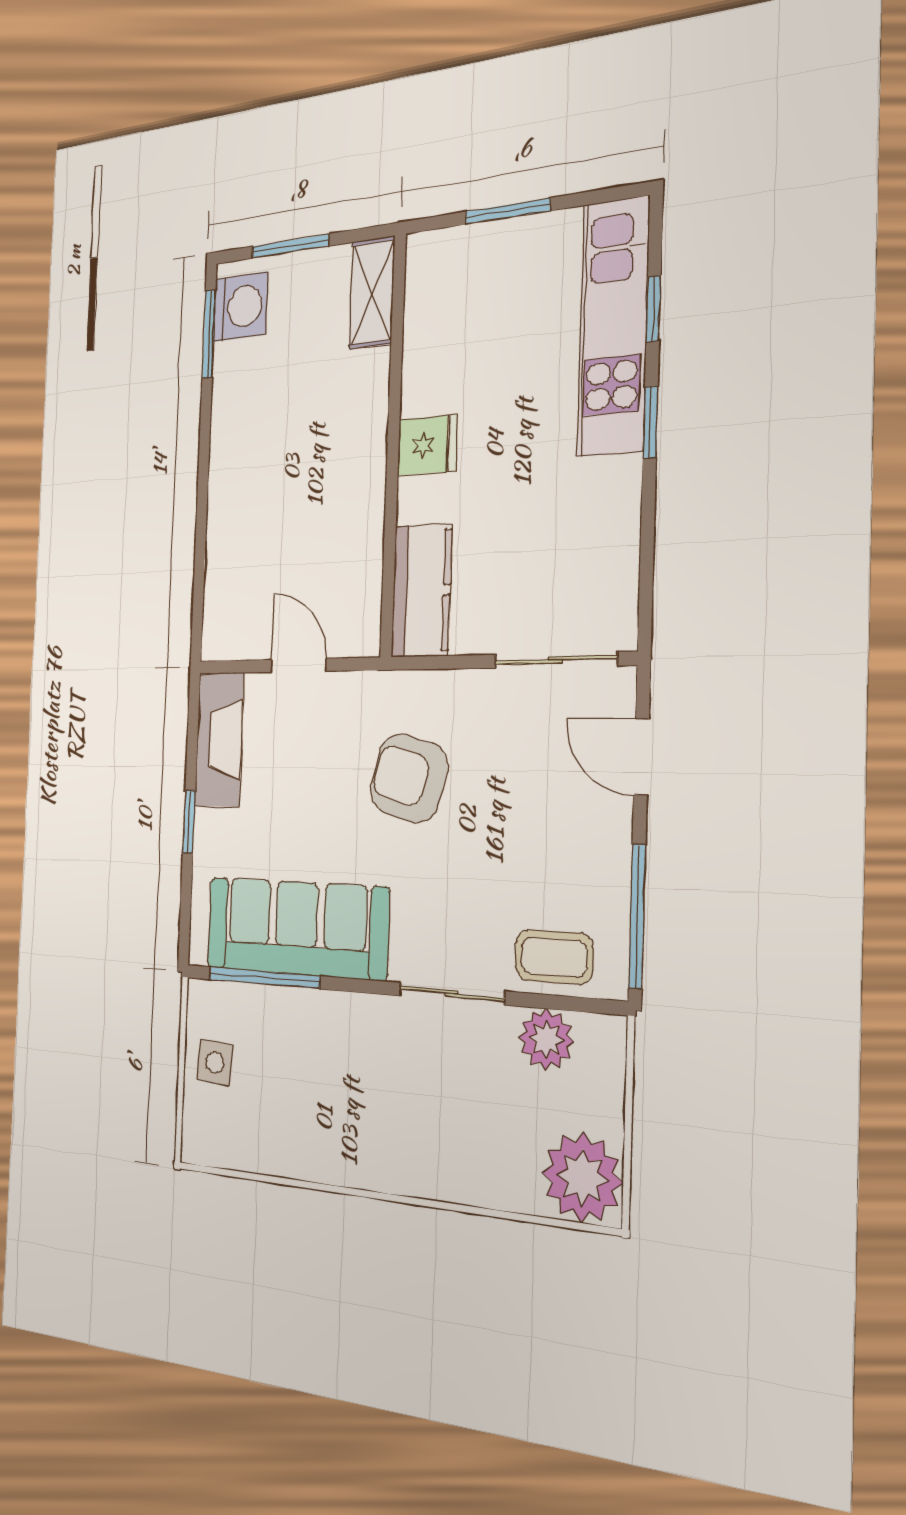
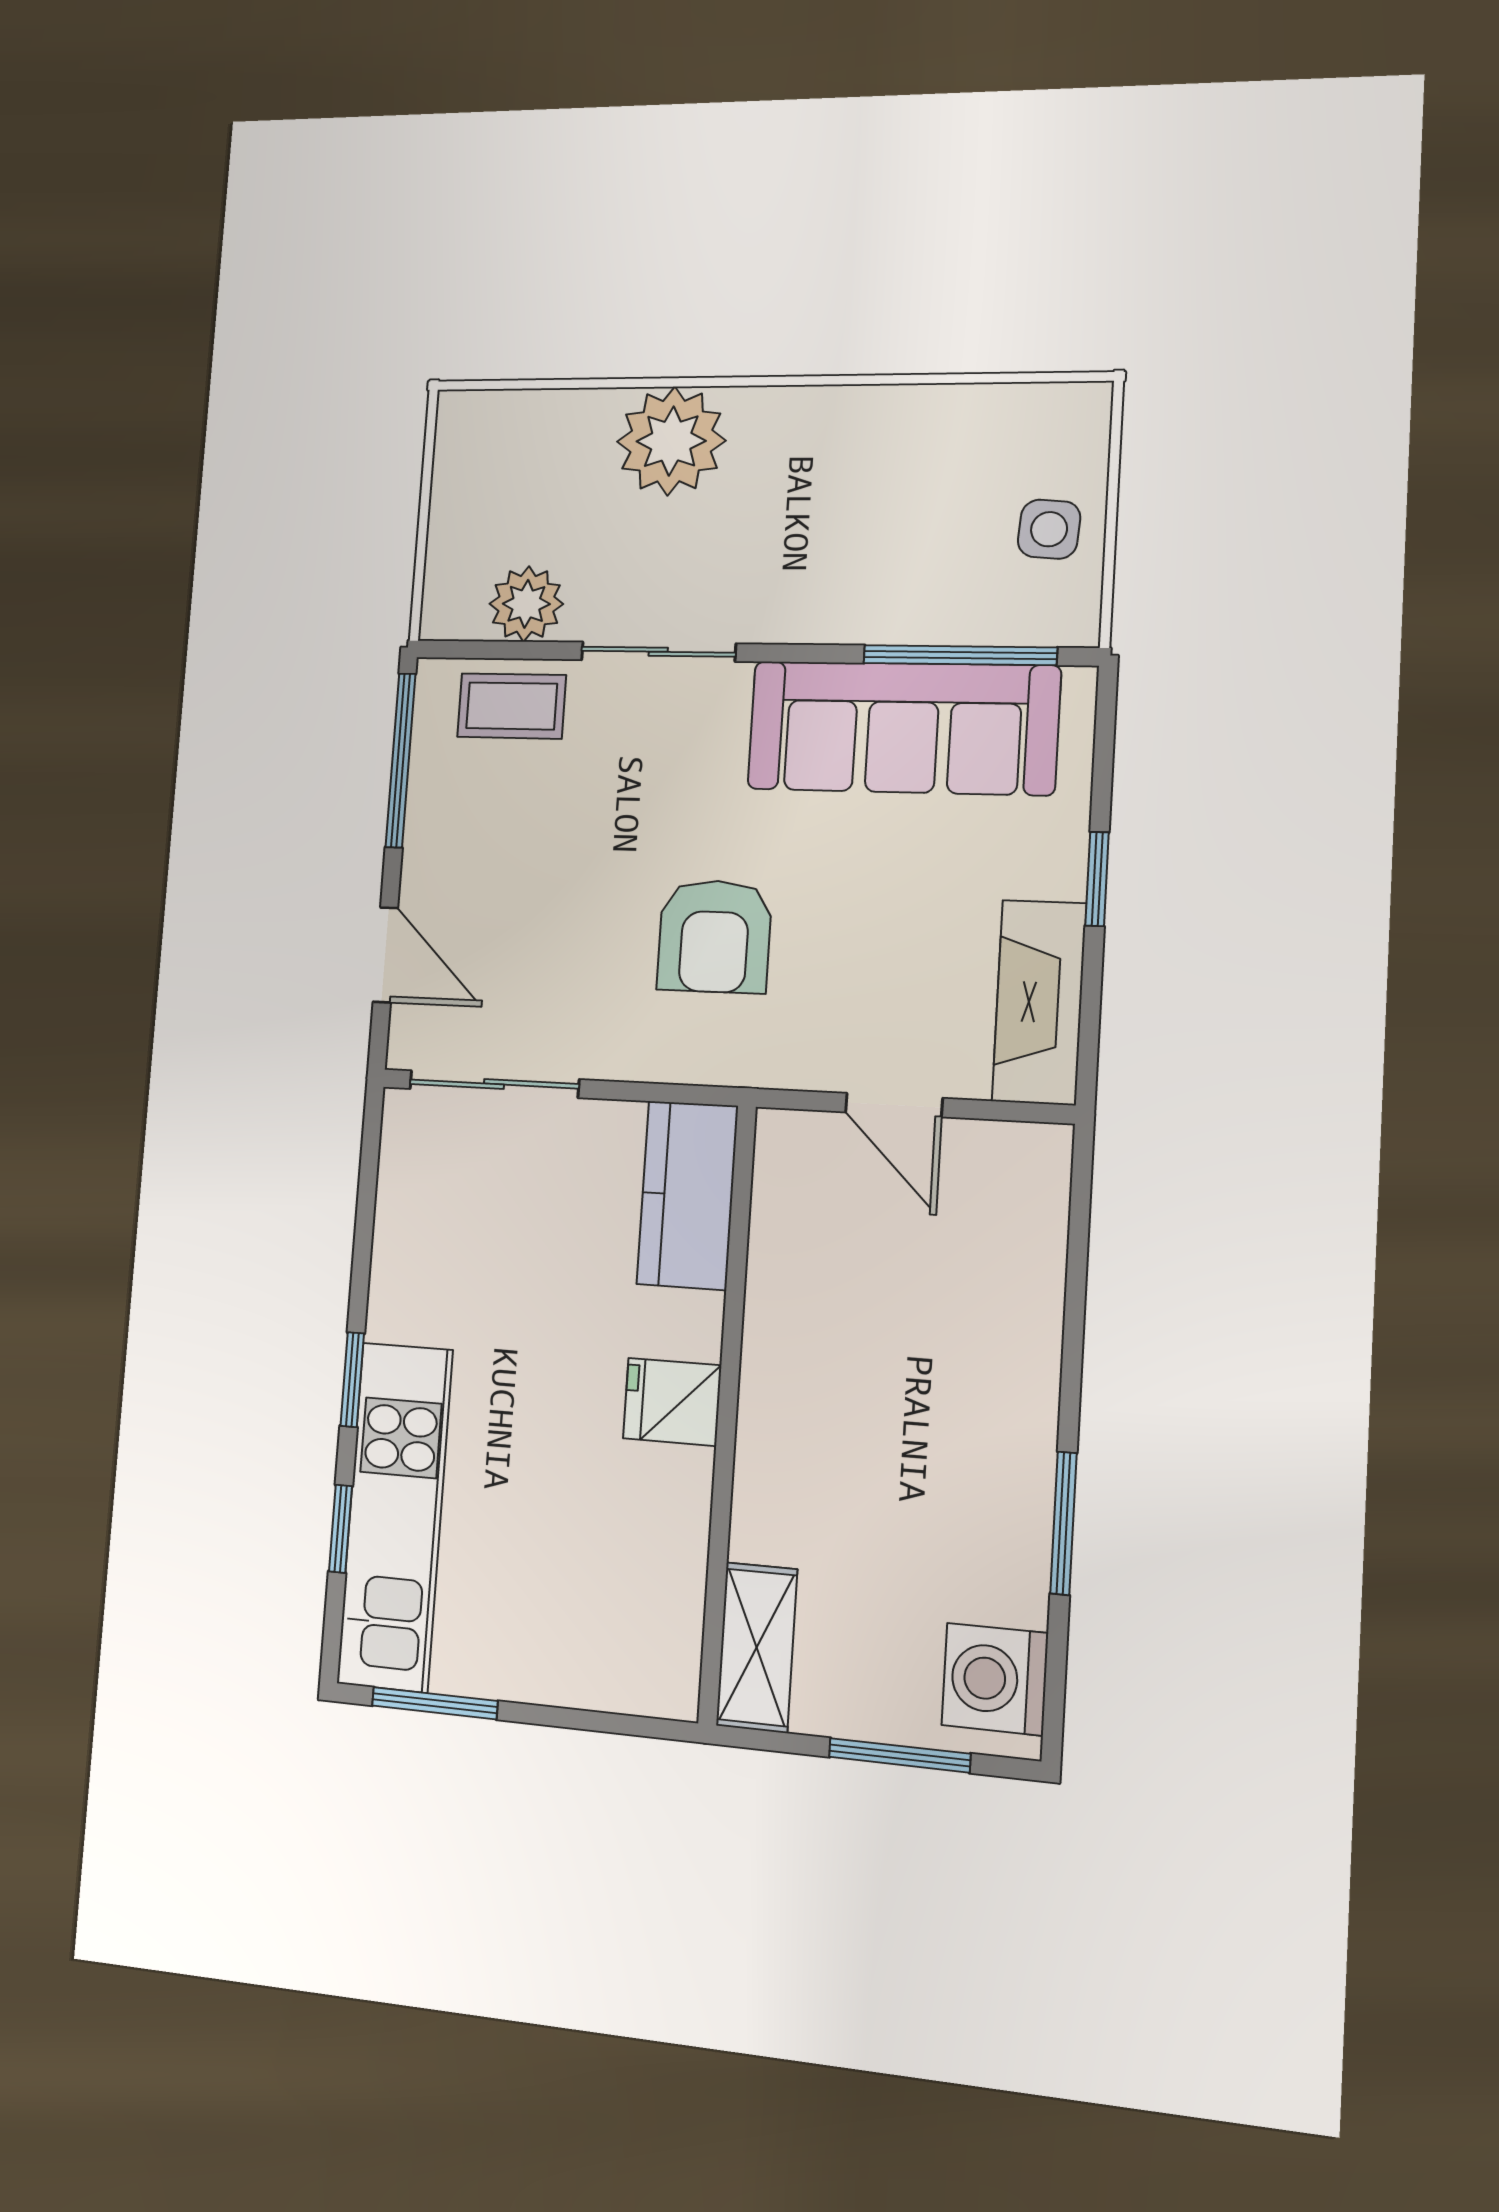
window: (507, 211) -> (435, 1703), moved
window: (209, 334) -> (1063, 1523), moved
armchair: (409, 778) -> (714, 936), turned 75
plant: (582, 1178) -> (671, 441), moved

